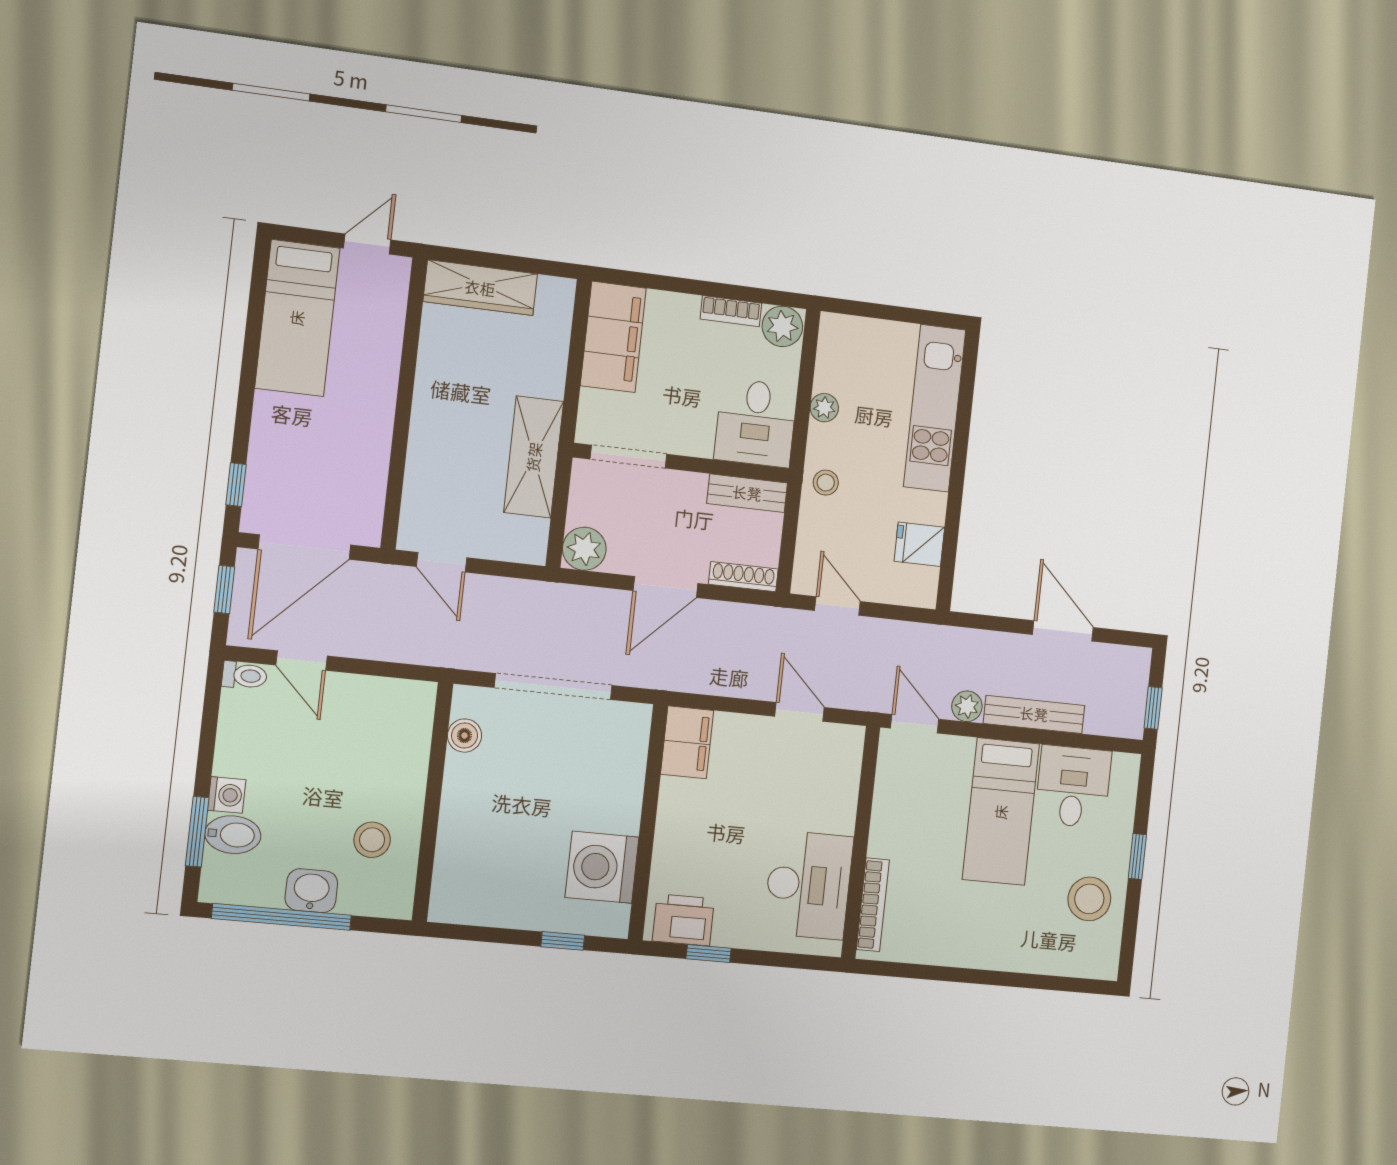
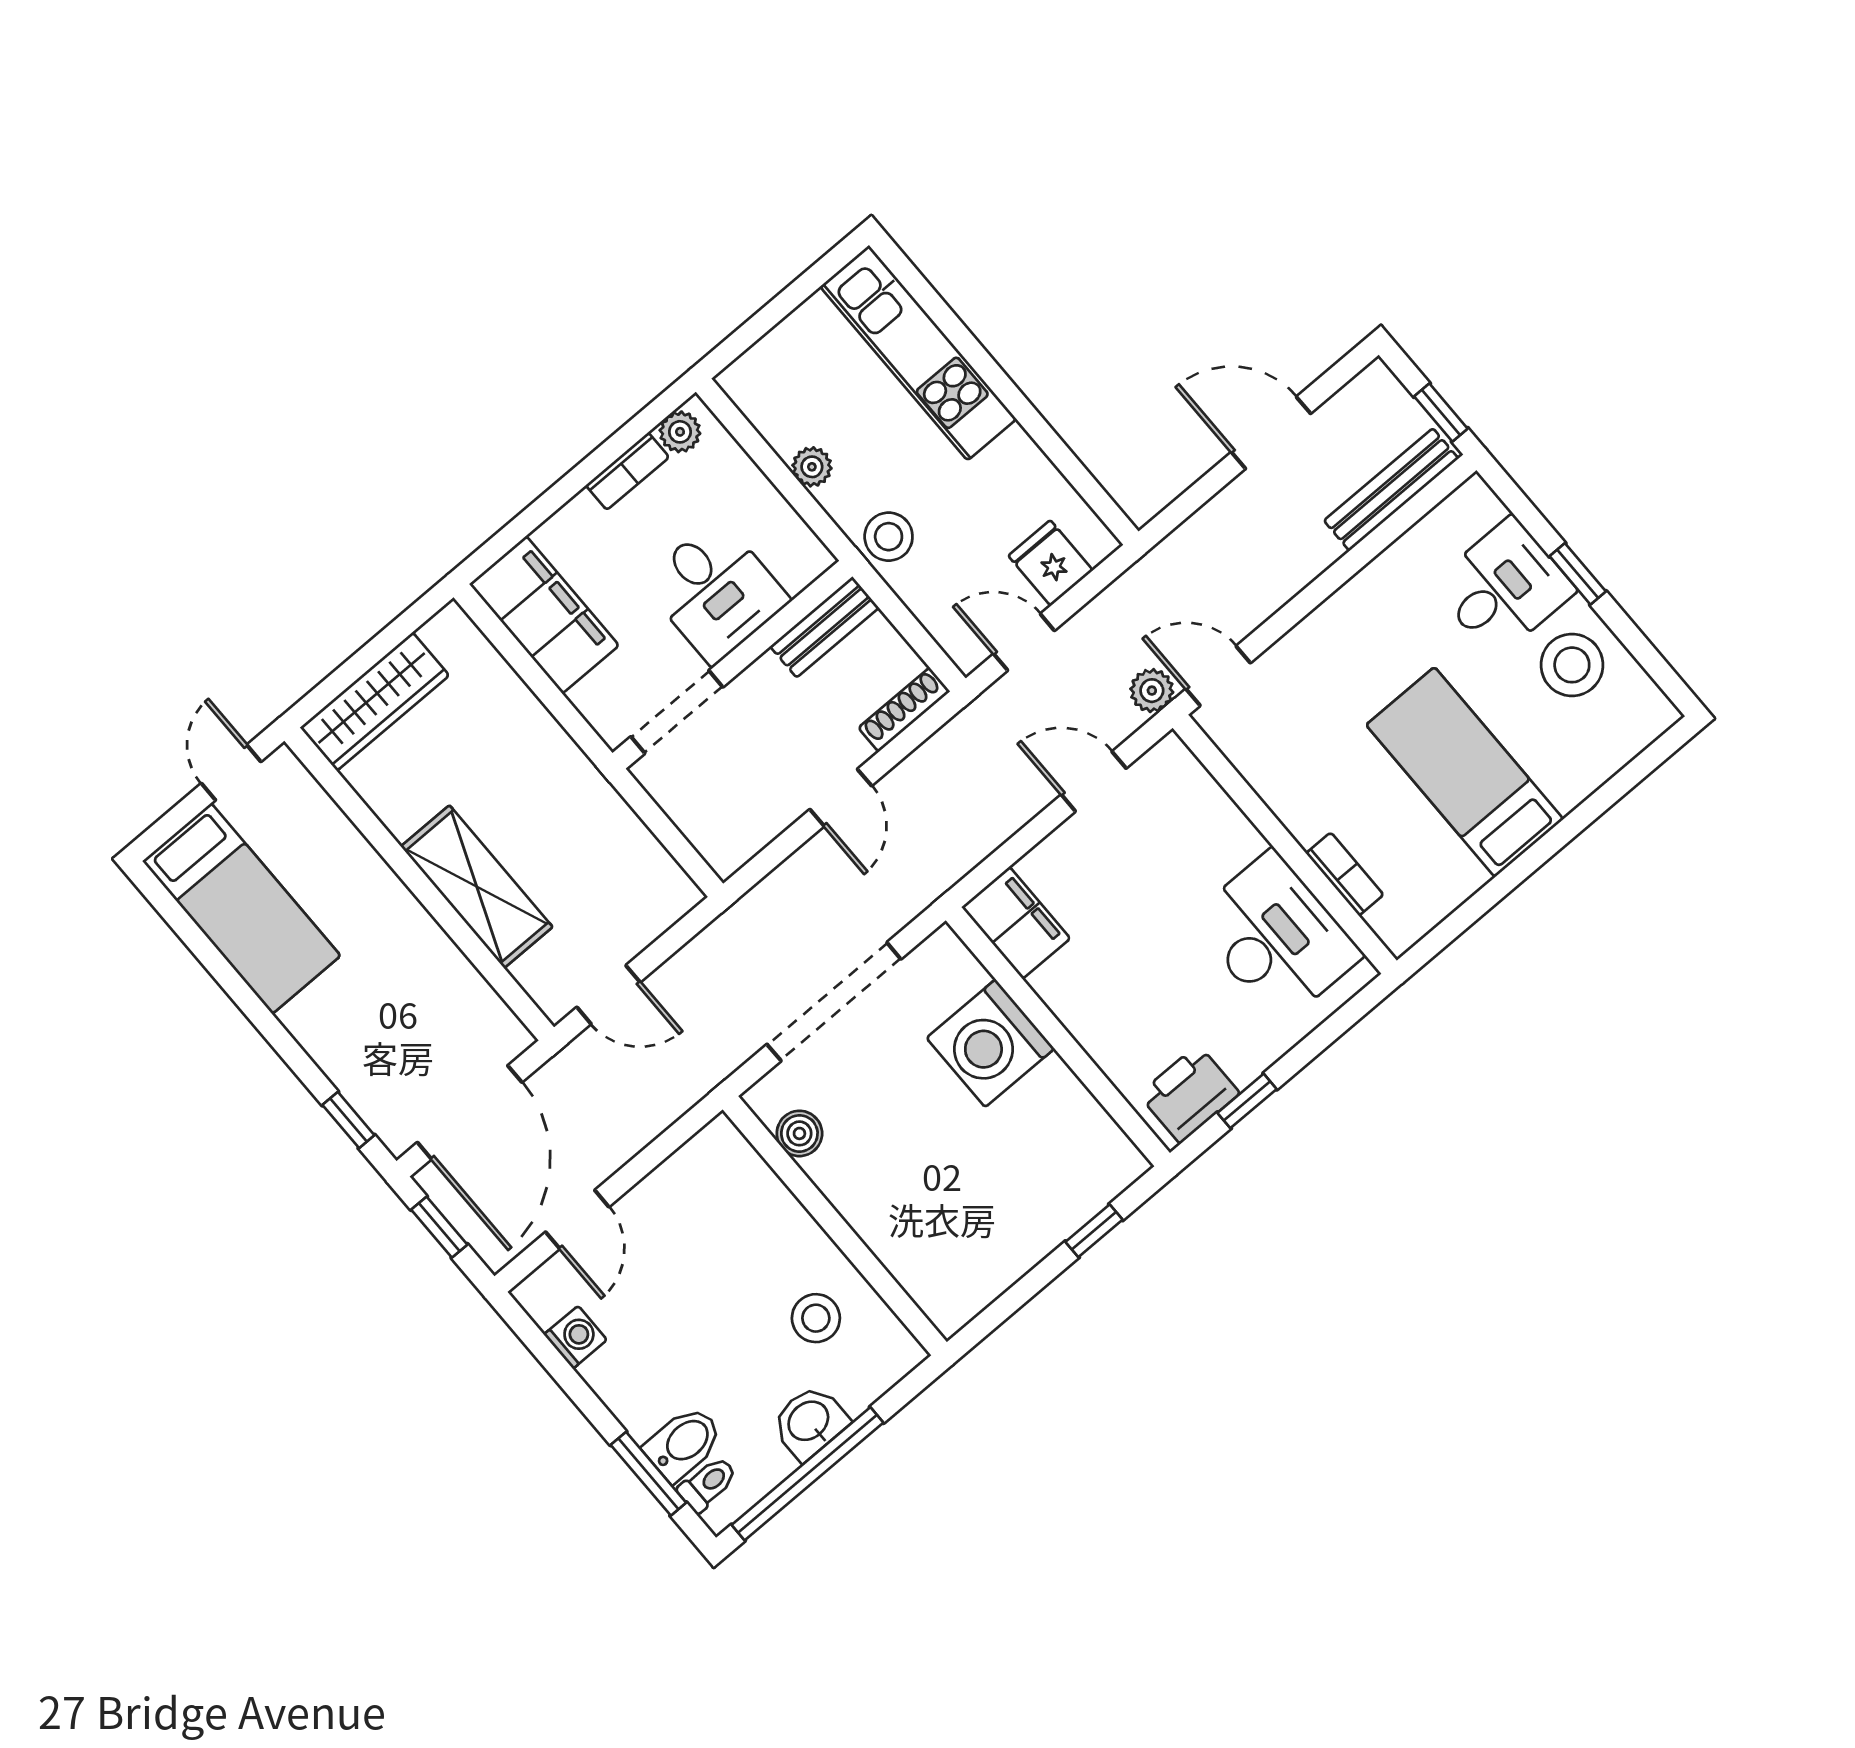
plant: (782, 326) -> (680, 432), width x0.73, depth x0.73
desk: (756, 423) -> (716, 591), moved
shelving: (534, 457) -> (477, 887), moved
stool: (826, 483) -> (889, 537), width x1.37, depth x1.37
fridge: (919, 544) -> (1051, 563), moved, turned 90
plant: (584, 549) -> (727, 842), removed
door: (665, 587) -> (841, 798), width x0.73
door: (302, 661) -> (577, 1219), hinge flipped
toilet: (245, 675) -> (708, 1484), moved
plant: (967, 706) -> (1152, 691), moved
bench: (1034, 714) -> (1391, 490), moved
desk: (1073, 787) -> (1504, 587), moved, turned 90
washing machine: (227, 795) -> (575, 1337), moved
bed: (1001, 812) -> (1465, 772), moved, turned 180
washing machine: (602, 867) -> (990, 1043), moved
bookcase: (873, 905) -> (1345, 874), width x0.64

